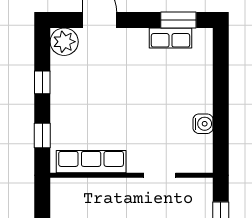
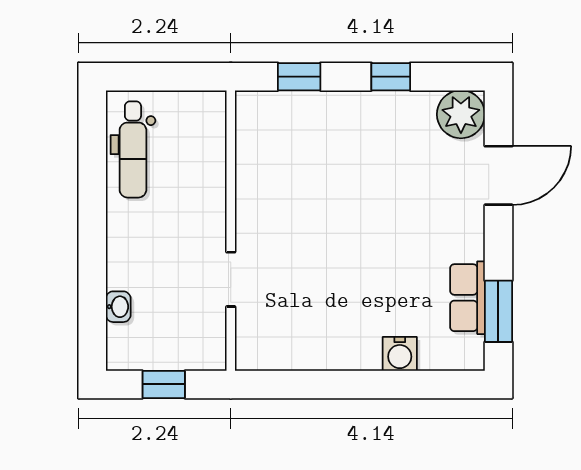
water cooler: (203, 124) -> (400, 354), moved
row of seats: (91, 162) -> (254, 161), removed

